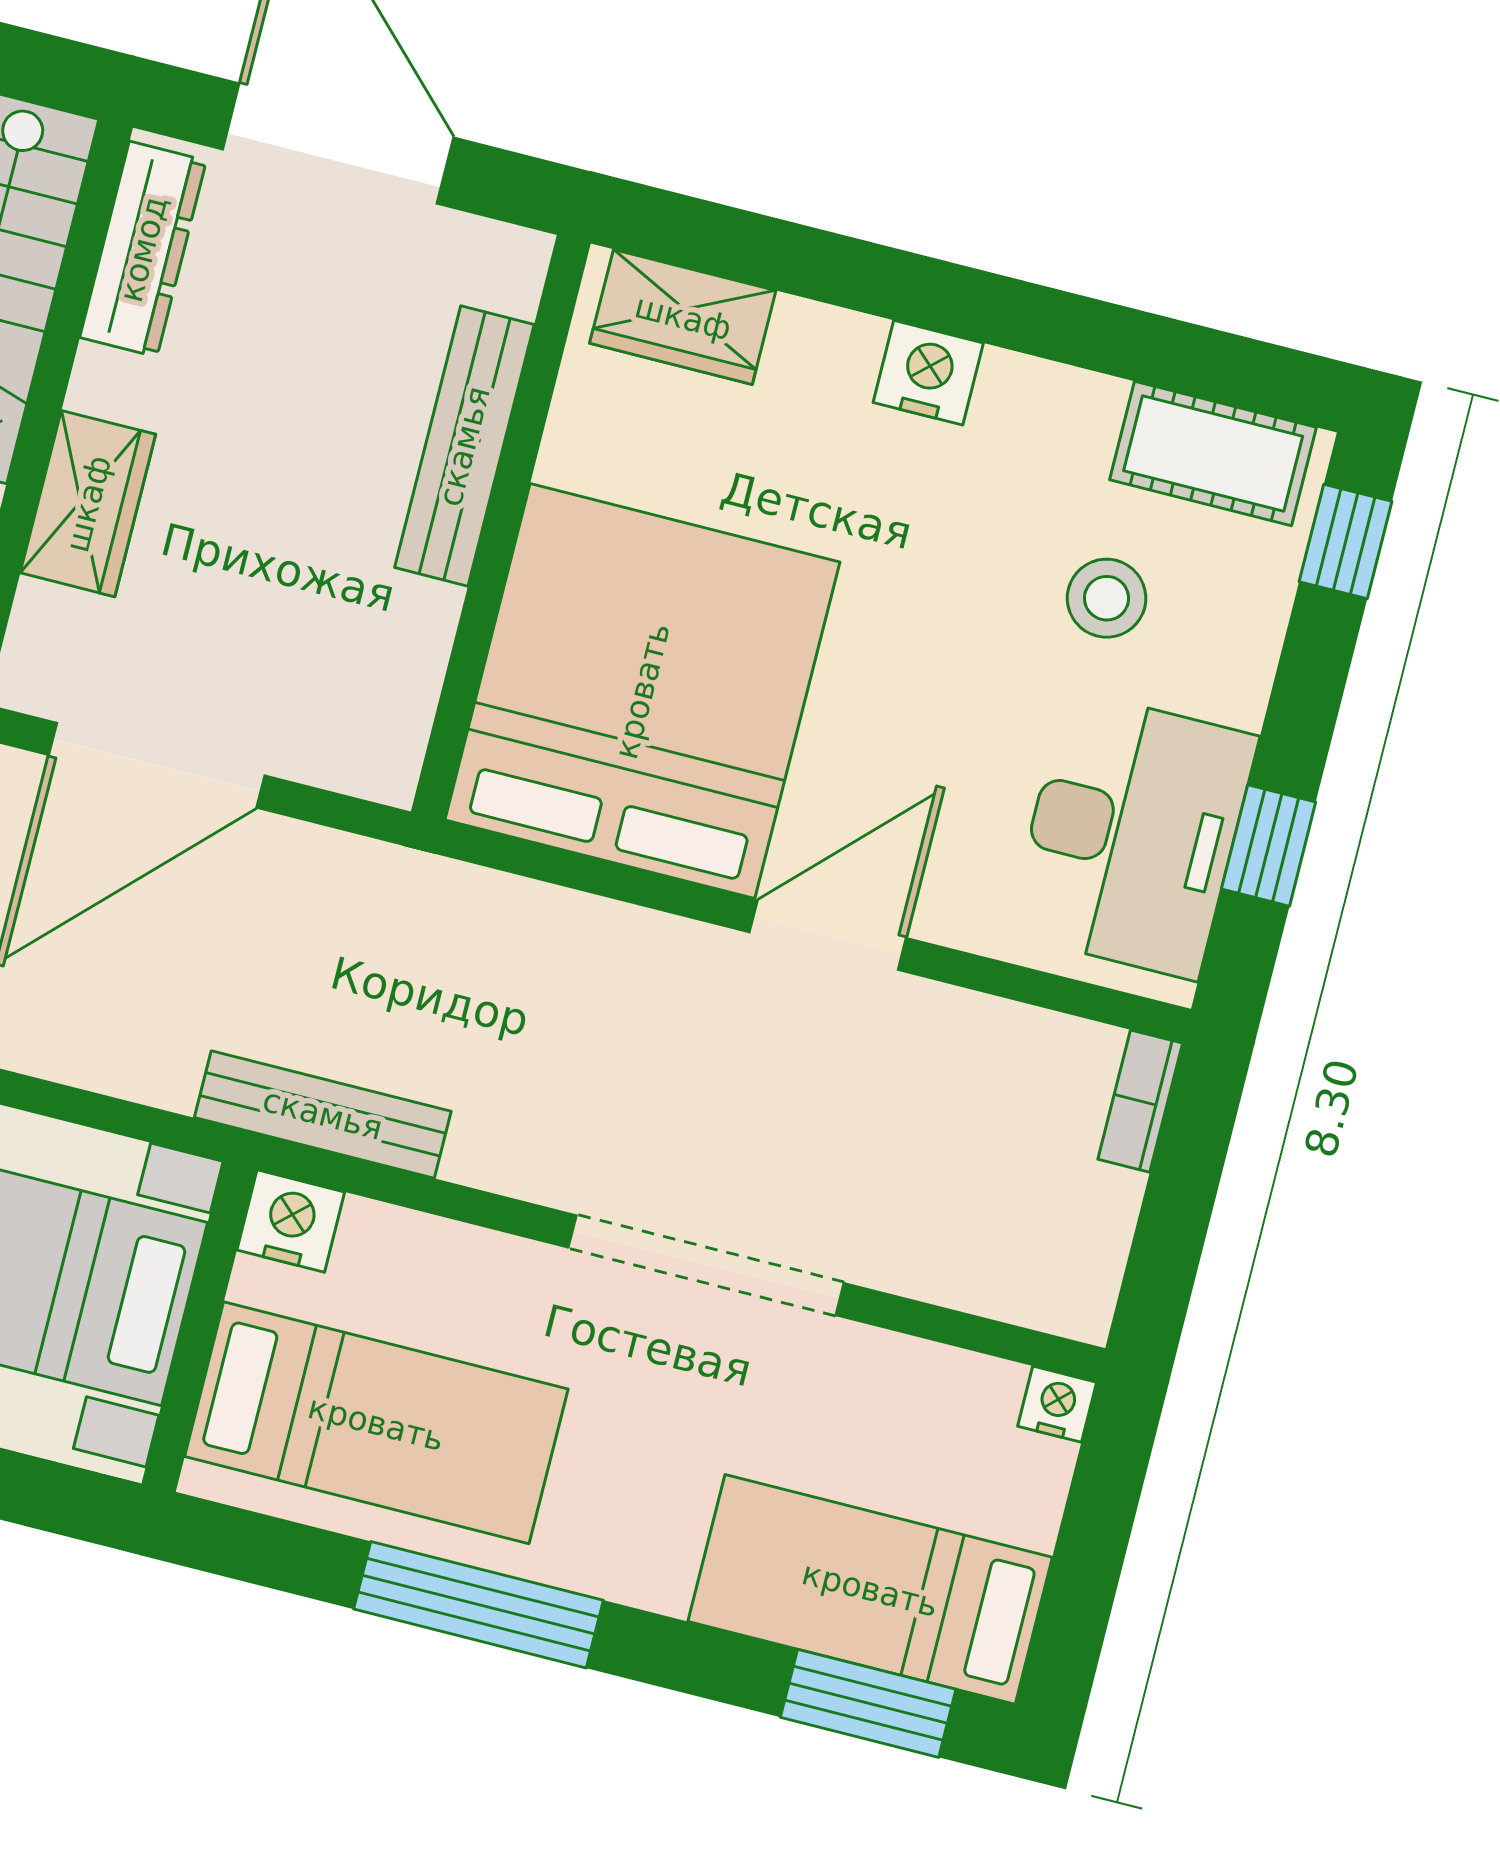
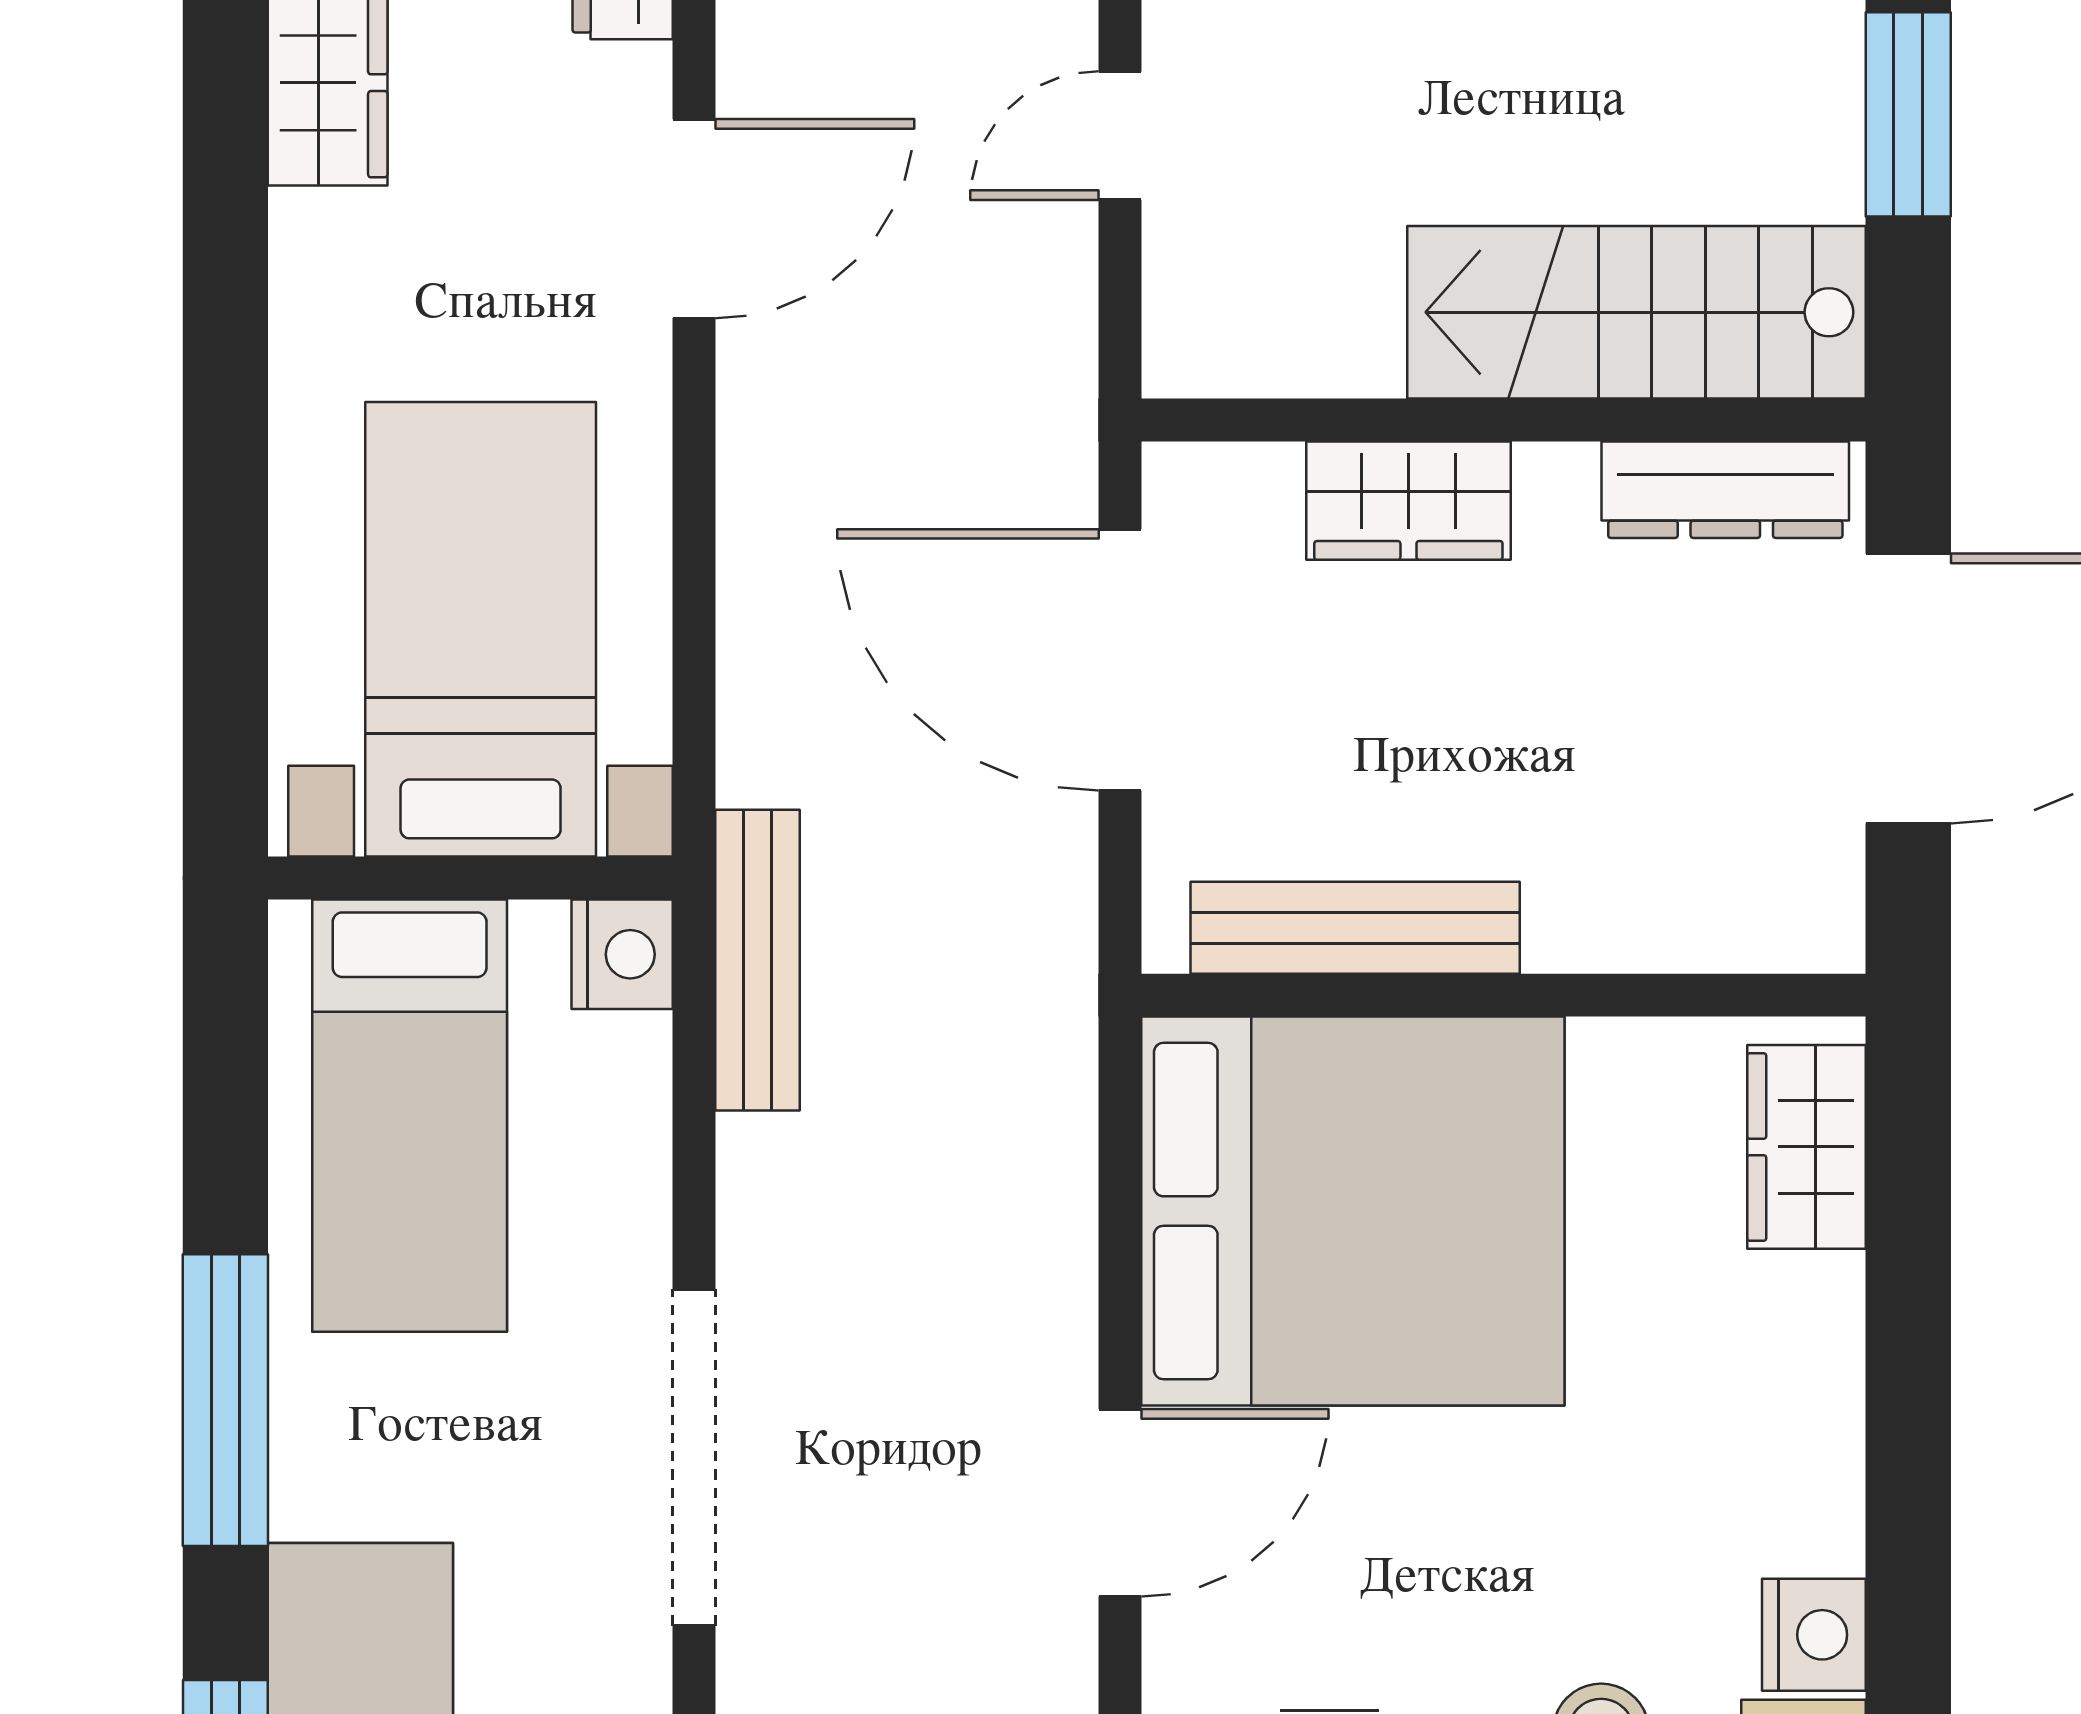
nightstand: (928, 373) -> (1814, 1635), moved
bench: (464, 446) -> (1355, 928), moved
door: (828, 935) -> (1120, 1503), hinge flipped
window: (479, 1605) -> (225, 1400), moved

